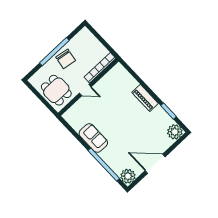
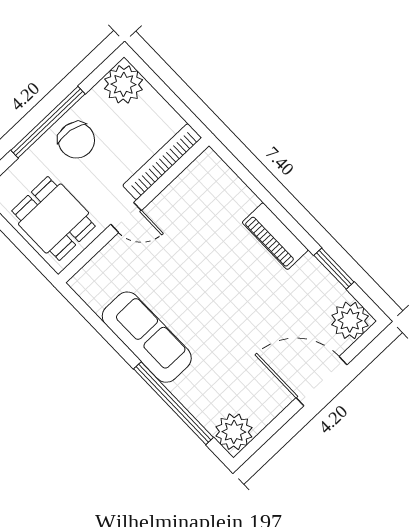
plant: (85, 37) -> (124, 84), added
sofa: (93, 138) -> (147, 337), width x1.36
door: (155, 164) -> (321, 381), moved

